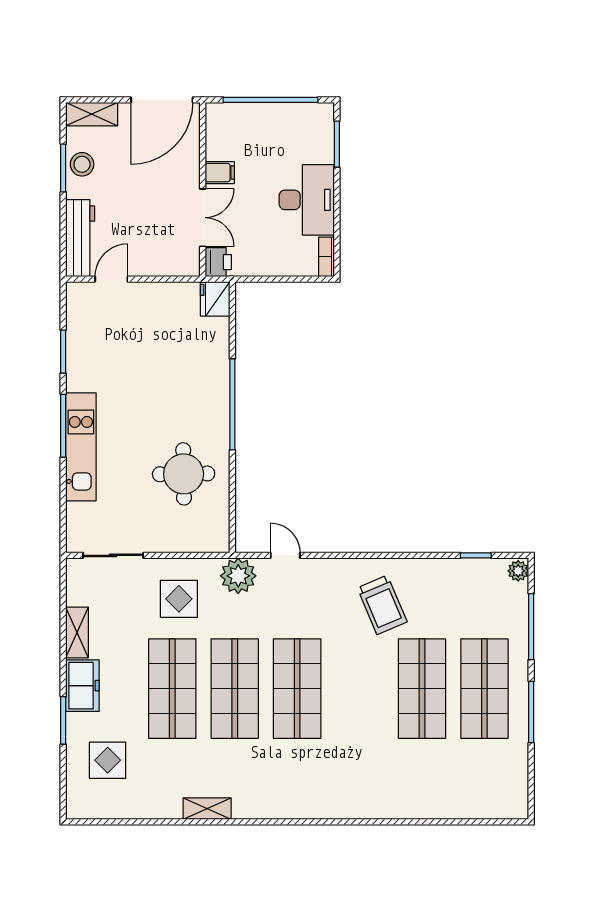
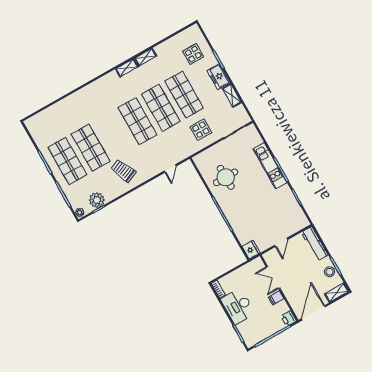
printer: (218, 262) -> (289, 318), moved
door: (111, 279) -> (281, 242), moved
door: (285, 555) -> (170, 168), hinge flipped
plant: (238, 576) -> (97, 200), moved
shelving: (257, 808) -> (127, 68), added

